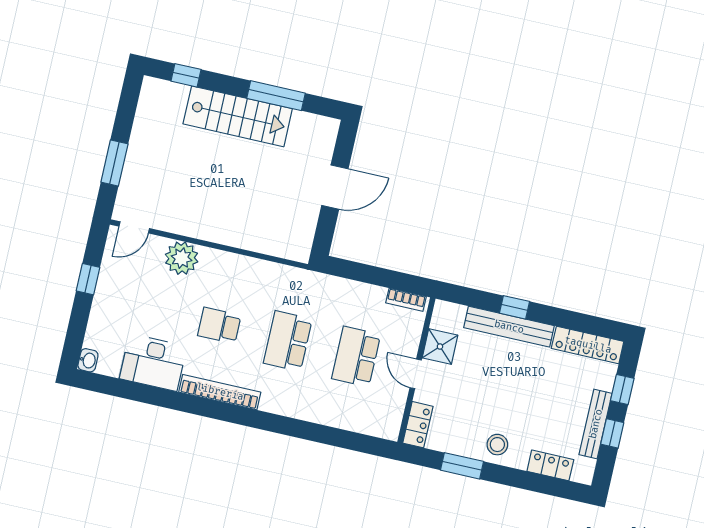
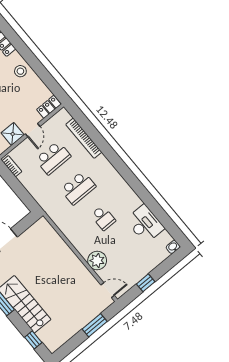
bookcase: (220, 392) -> (84, 138), moved
window: (462, 466) -> (43, 74), removed

